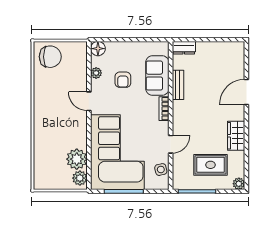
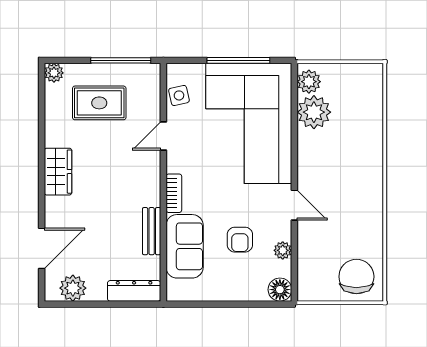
dresser: (184, 48) -> (134, 291), width x1.44
plant: (227, 50) -> (73, 288), added
chair: (50, 57) -> (356, 277), turned 90
armchair: (123, 80) -> (240, 240), turned 180
door: (246, 92) -> (42, 248), moved
wardrobe: (236, 136) -> (58, 172), moved

